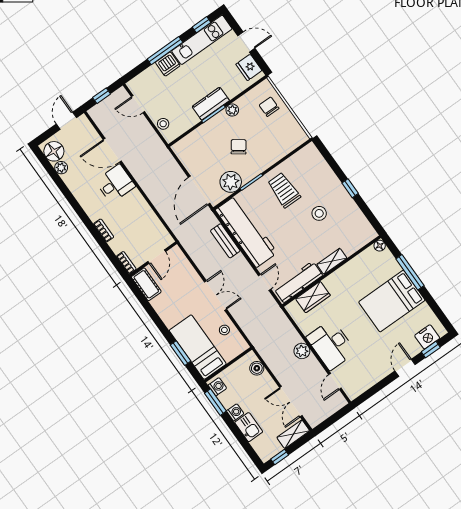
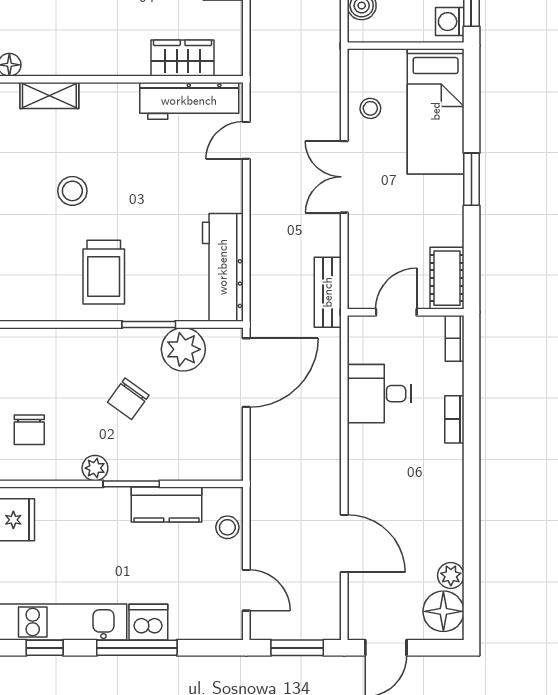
window: (102, 96) -> (297, 648), width x1.50
kitchen counter: (211, 104) -> (167, 505), moved
desk: (115, 184) -> (379, 394), moved
workbench: (246, 231) -> (223, 267), width x0.73, depth x0.76
bench: (225, 241) -> (328, 292), moved
shelving: (332, 261) -> (49, 96), moved
window: (181, 353) -> (471, 179), moved

